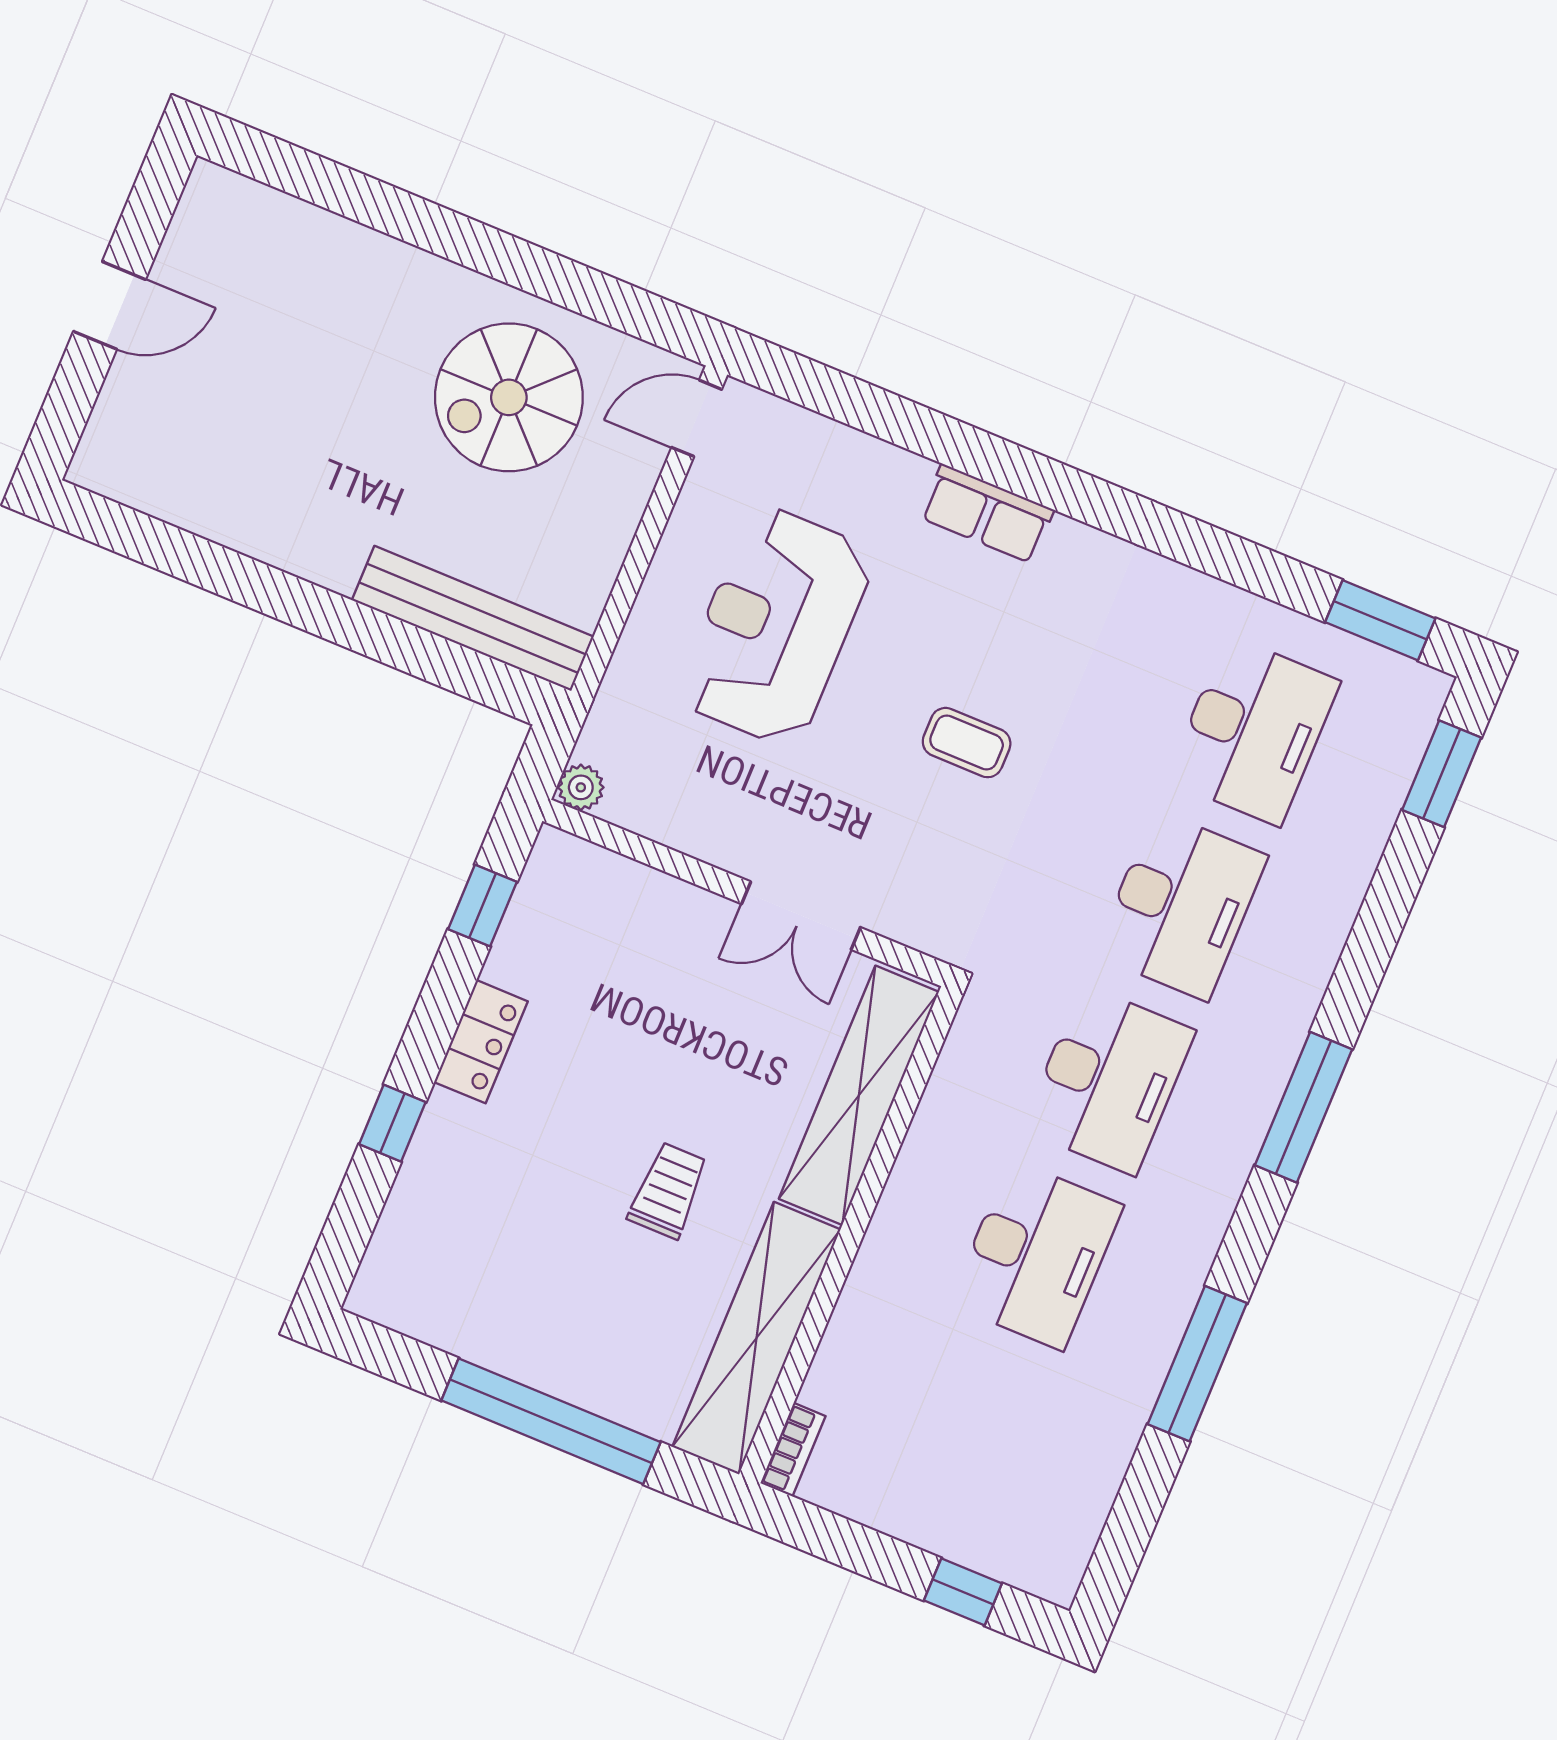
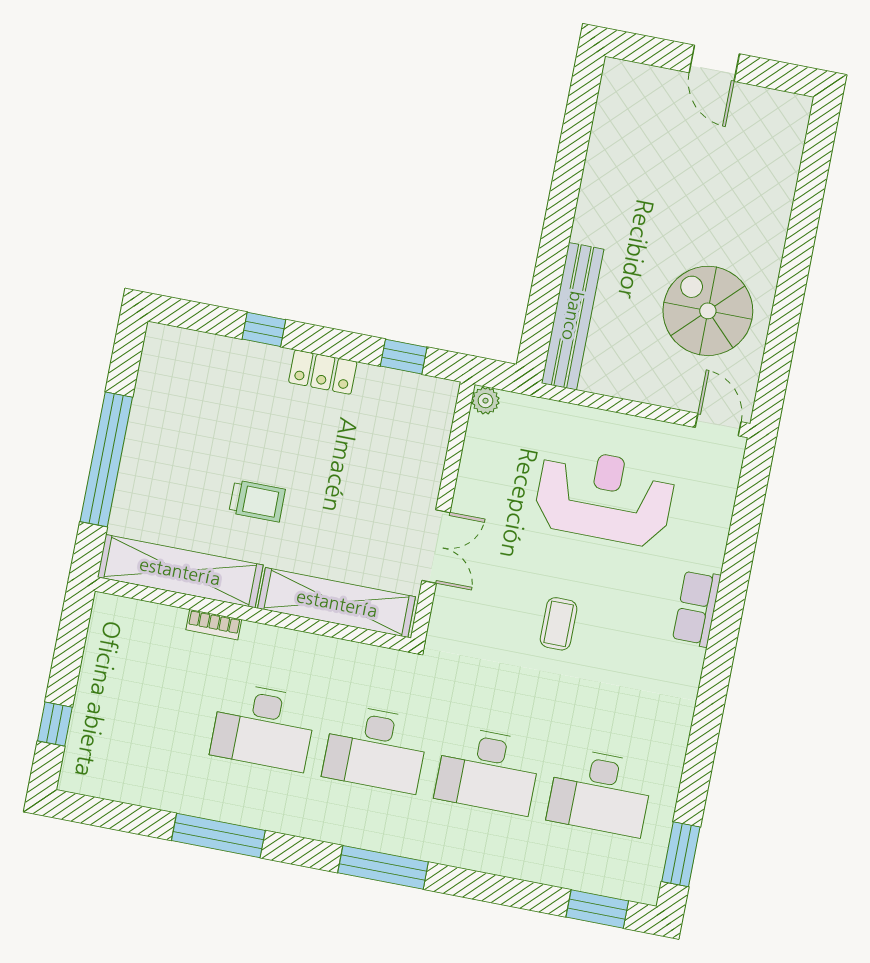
double door: (801, 916) -> (436, 547), swing flipped
bookcase: (793, 1450) -> (214, 625), moved

